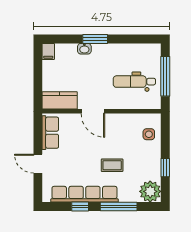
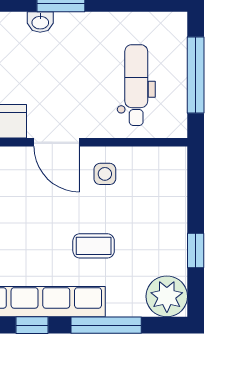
dental chair: (134, 82) -> (136, 85), turned 90
side table: (149, 134) -> (105, 174), moved

